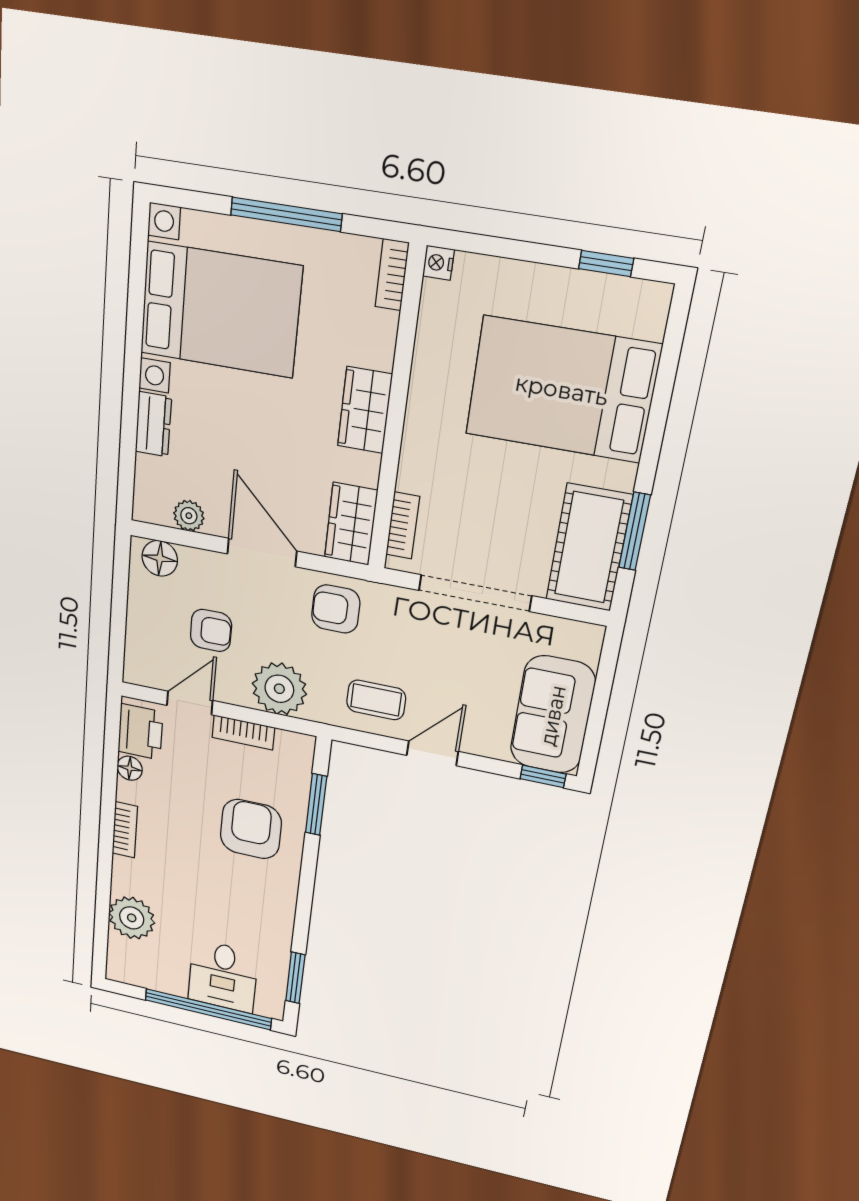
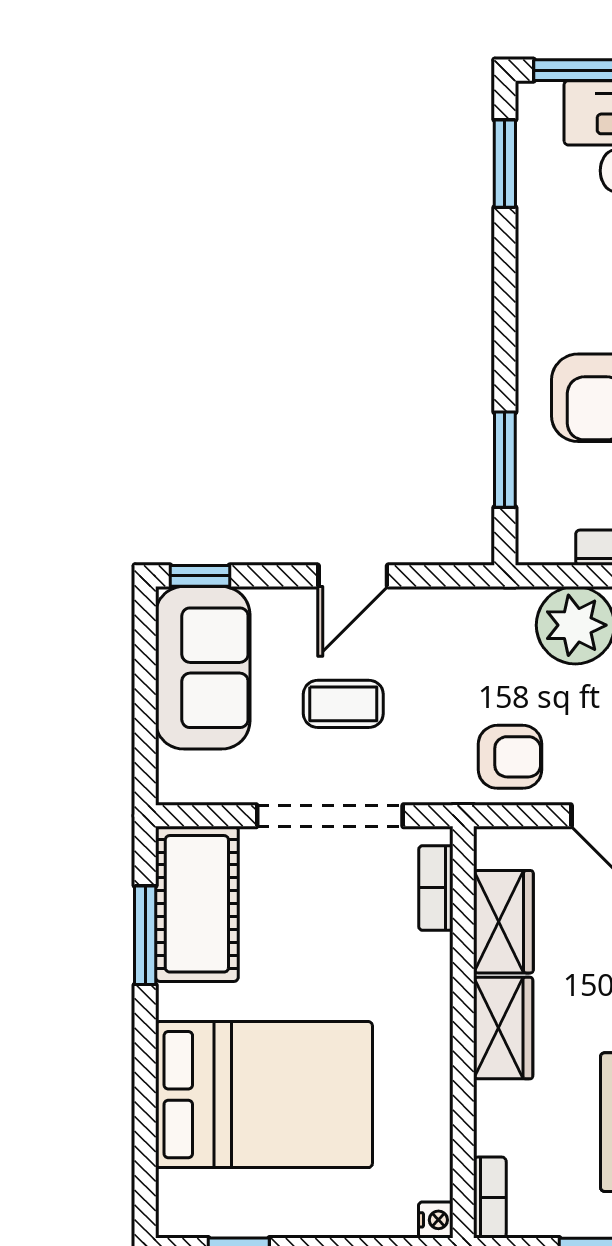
wardrobe: (351, 524) -> (503, 922), moved
coffee table: (376, 700) -> (343, 704), moved

